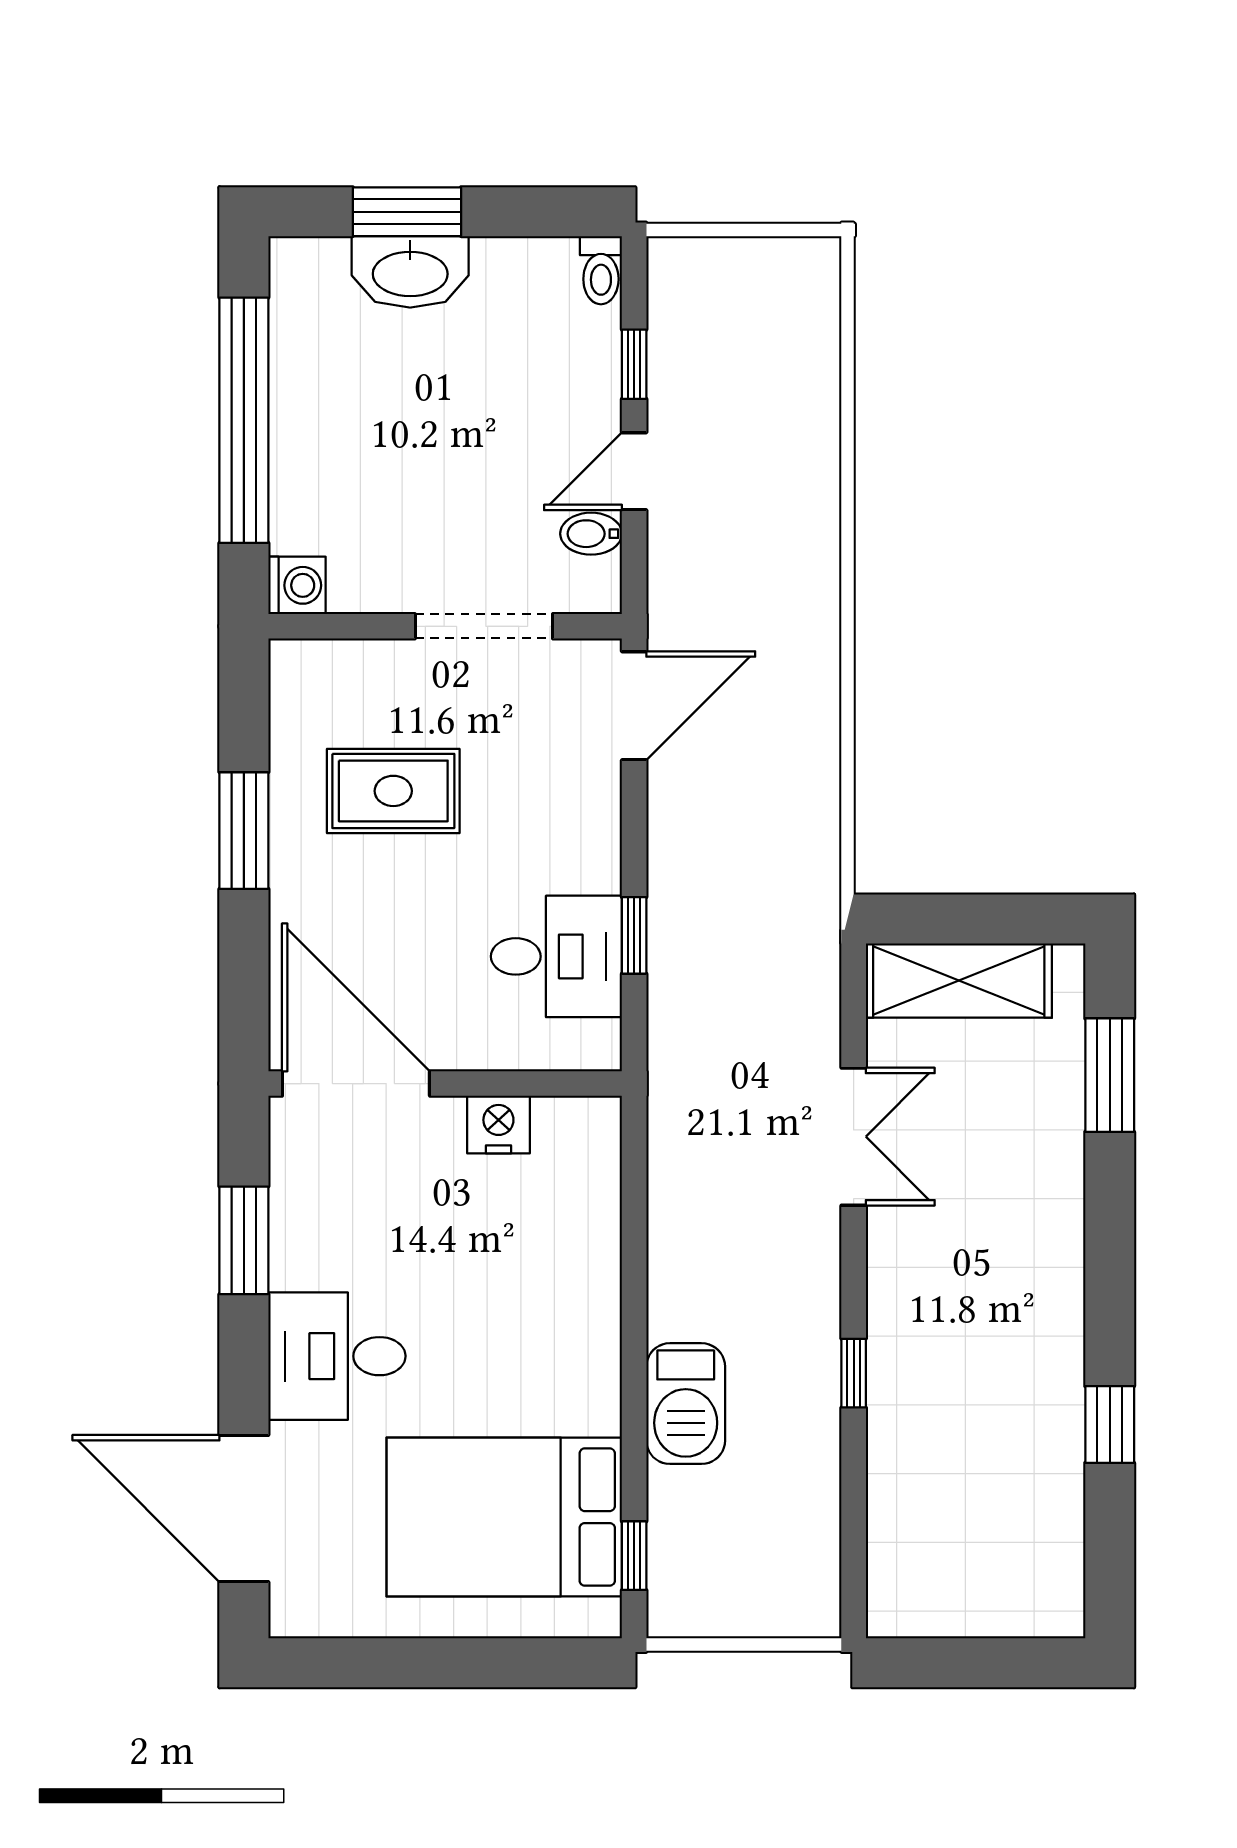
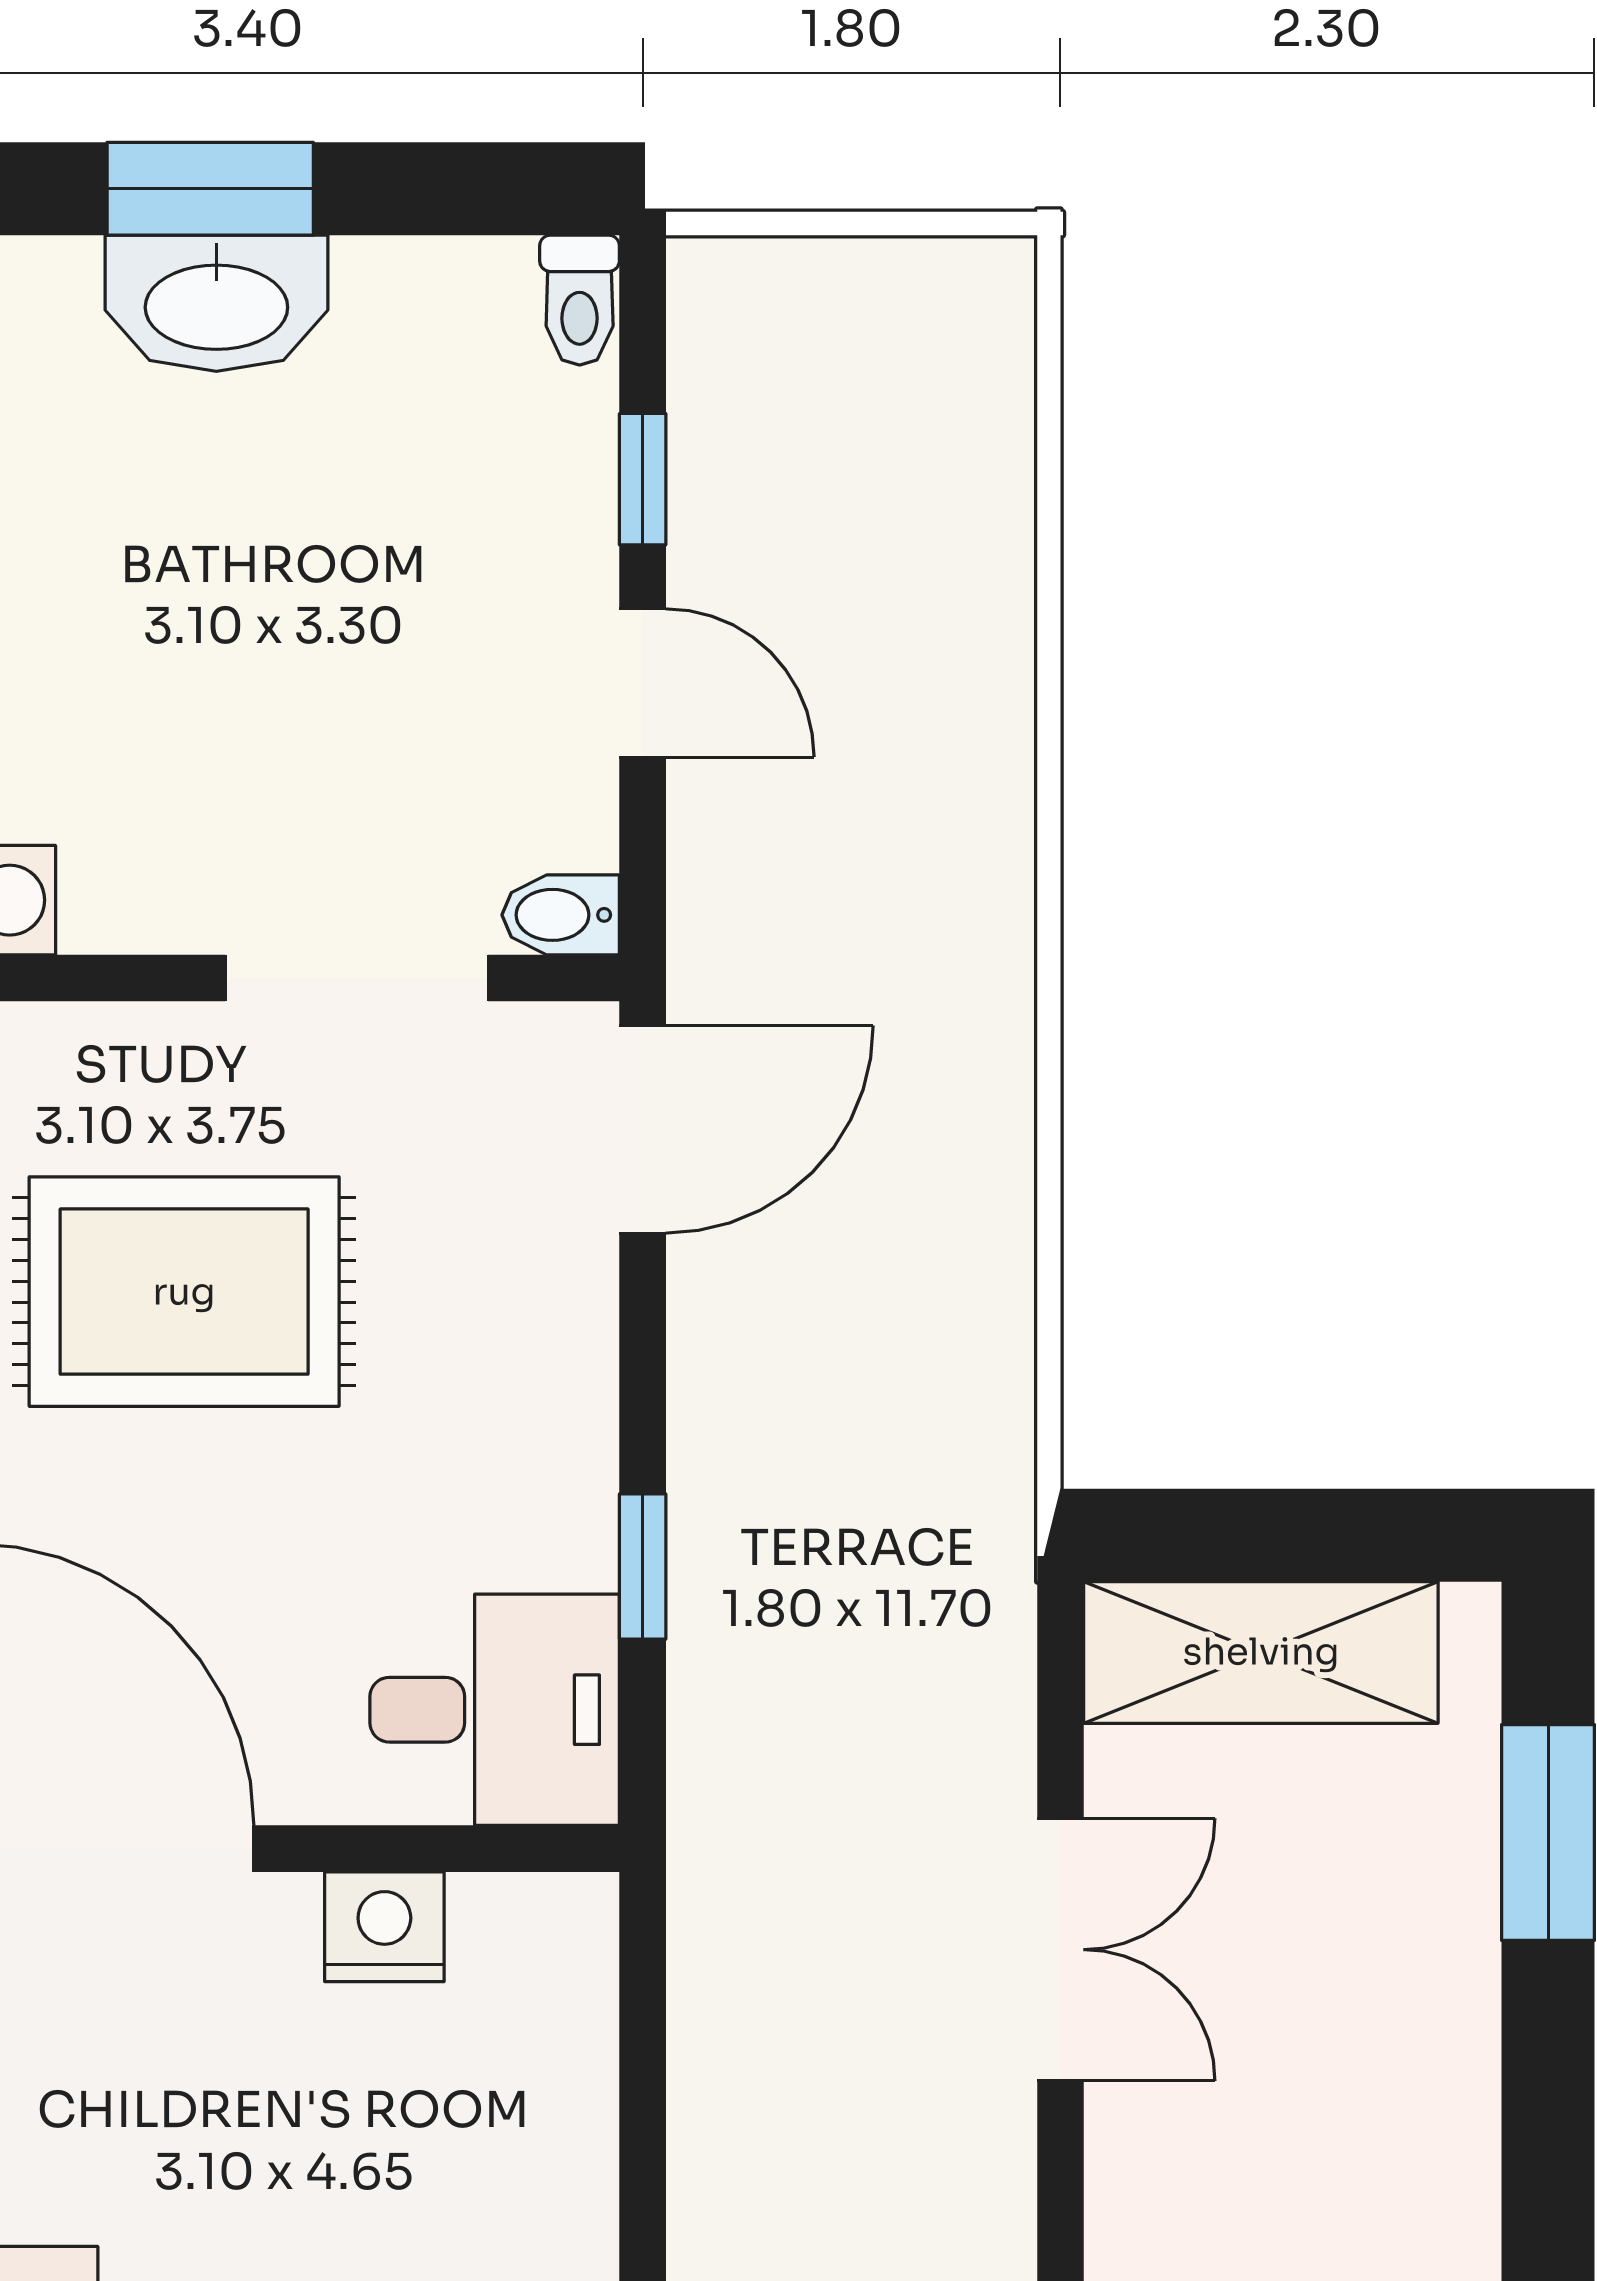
door: (634, 471) -> (643, 683), swing flipped
bidet: (591, 534) -> (561, 915), moved
rug: (393, 791) -> (184, 1292), width x1.36, depth x1.43
desk: (556, 956) -> (495, 1710), moved

